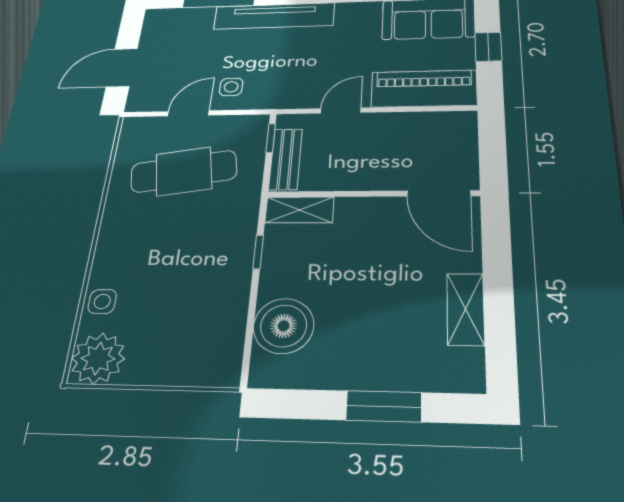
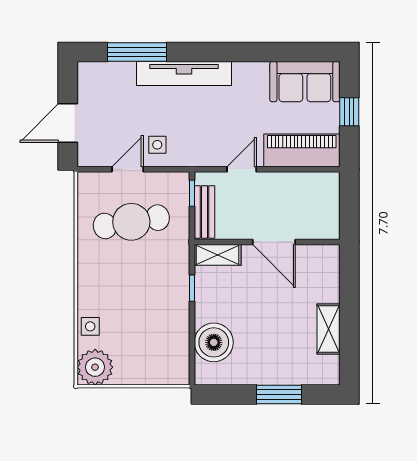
door: (439, 193) -> (274, 242), moved

